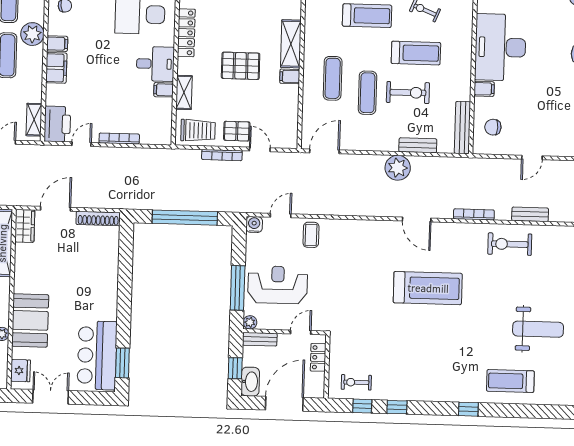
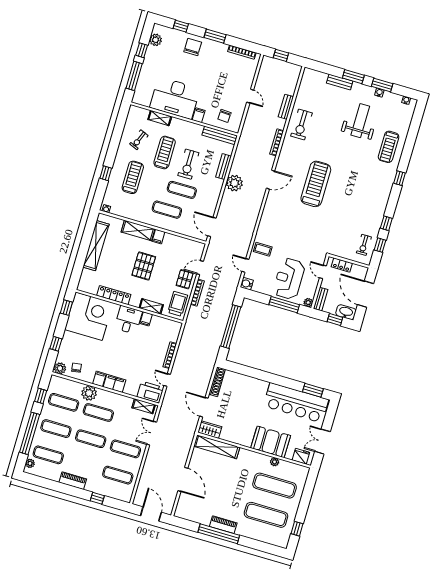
shelving: (465, 33) -> (160, 118), added
exercise bike: (408, 93) -> (188, 164), turned 180
bar counter: (97, 355) -> (296, 403), width x1.36

